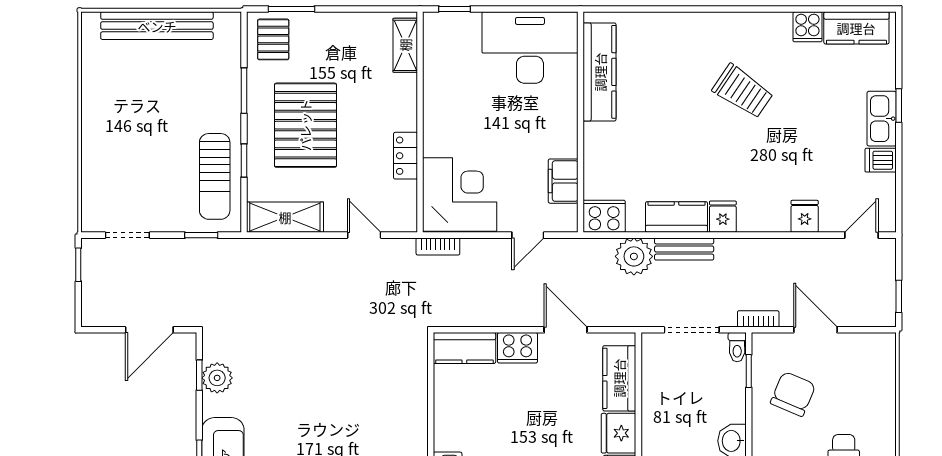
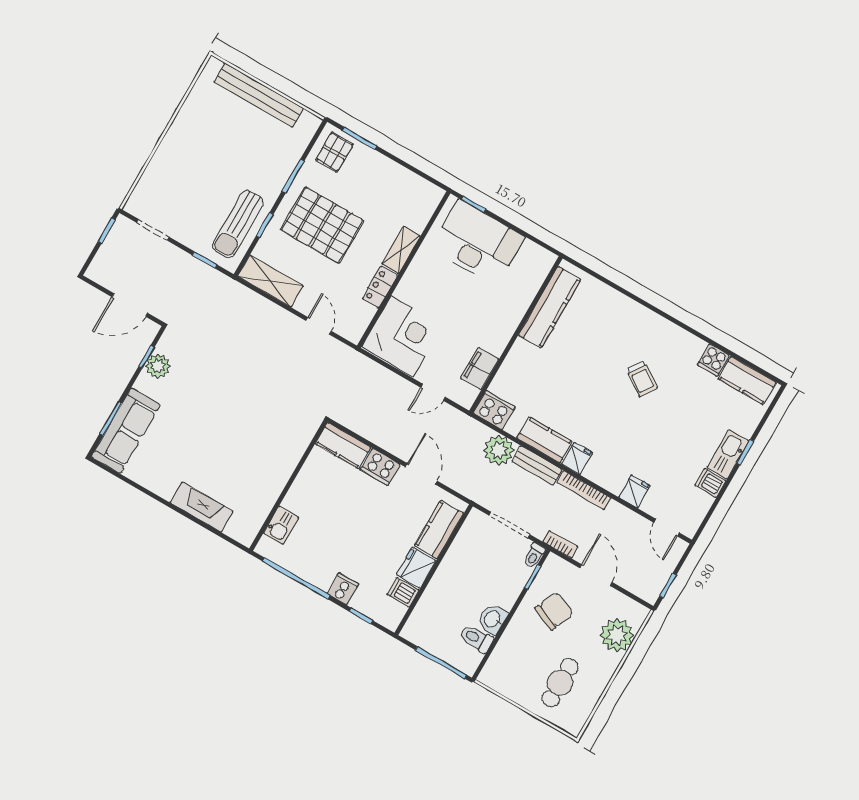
shelving: (405, 45) -> (401, 250), moved
desk: (530, 48) -> (478, 243), moved
trolley: (743, 91) -> (642, 379), width x0.73, depth x0.72
pallet: (305, 125) -> (322, 225), turned 90
door: (861, 235) -> (667, 528), swing flipped
bookcase: (438, 246) -> (584, 490), moved, width x1.56
plant: (875, 381) -> (617, 635), added

